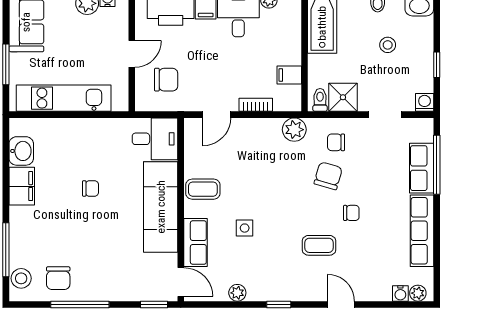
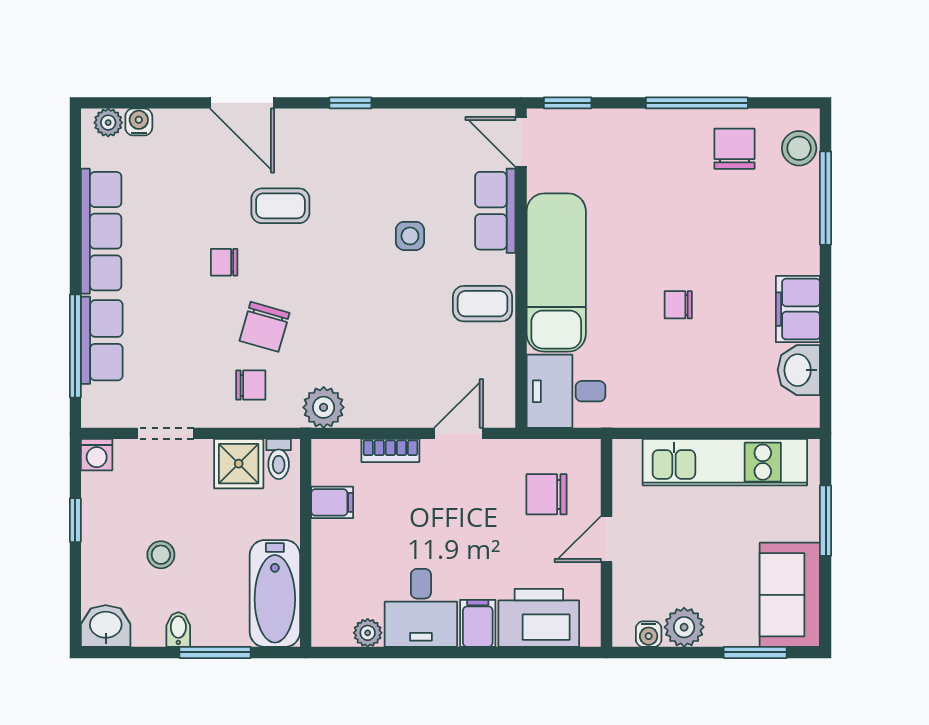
plant: (237, 293) -> (423, 123), removed
door: (341, 304) -> (242, 103), width x1.38

